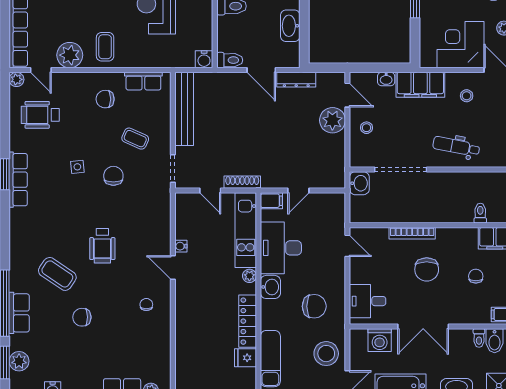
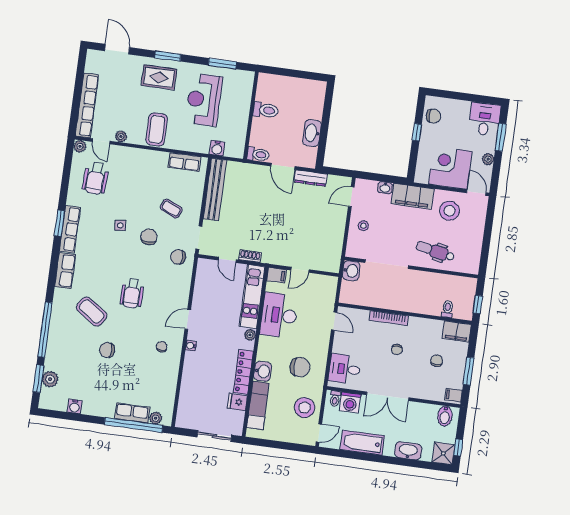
coffee table: (105, 47) -> (157, 129), width x1.36, depth x1.30
plant: (70, 55) -> (121, 137), width x0.53, depth x0.53
water cooler: (204, 59) -> (217, 148), moved
door: (347, 95) -> (351, 197), swing flipped
stool: (467, 96) -> (450, 211), width x1.89, depth x1.89
chair: (105, 99) -> (178, 257), moved
wheelchair: (40, 115) -> (95, 178), turned -87
plant: (332, 120) -> (336, 216), removed
shoe rack: (242, 182) -> (250, 256), width x0.70
water cooler: (181, 246) -> (191, 346), moved
door: (173, 268) -> (188, 319), hinge flipped
chair: (427, 269) -> (397, 350), width x0.54, depth x0.54
washbasin: (270, 287) -> (263, 371), moved
row of seats: (19, 313) -> (65, 271), moved
toilet: (479, 338) -> (335, 399), moved

